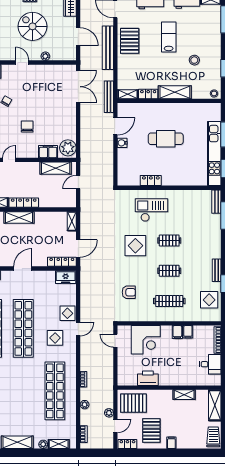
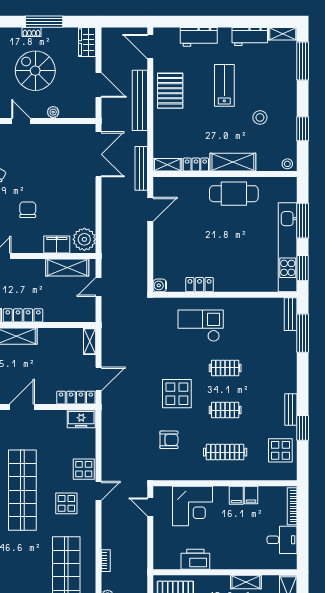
cafe table: (166, 139) -> (234, 194), moved
water cooler: (122, 143) -> (160, 285), moved
display table: (135, 246) -> (177, 394), moved

